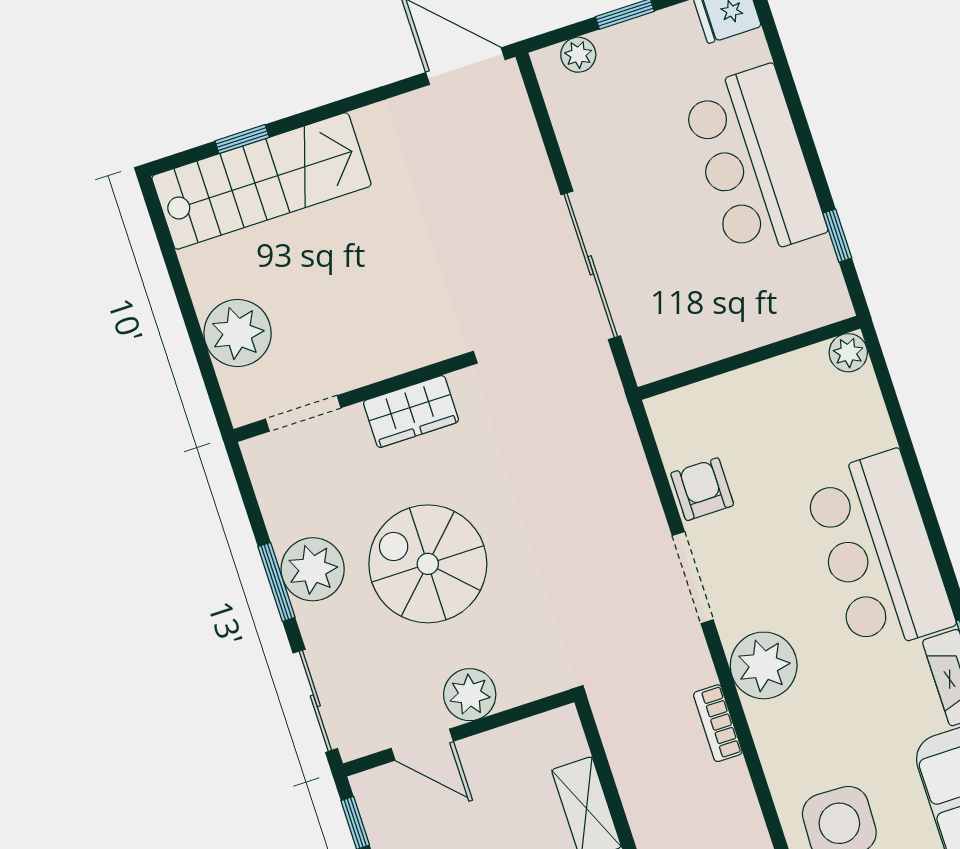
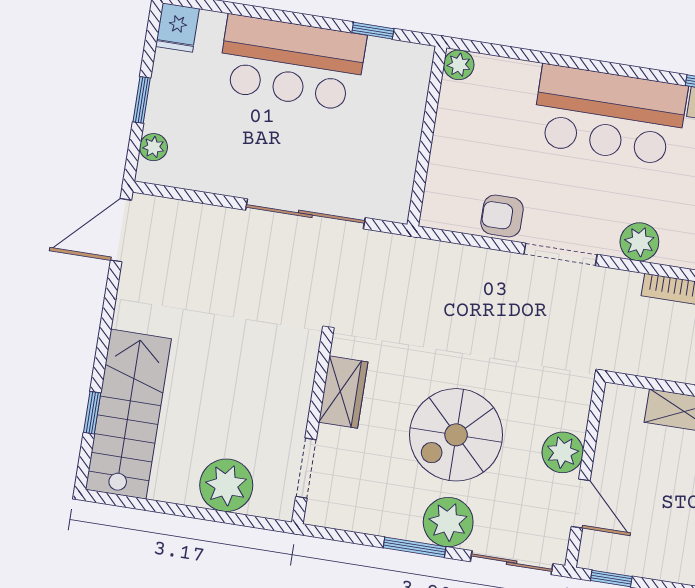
plant: (313, 569) -> (448, 522), moved
plant: (764, 665) -> (639, 242), width x0.73, depth x0.73
door: (422, 745) -> (581, 504), hinge flipped

